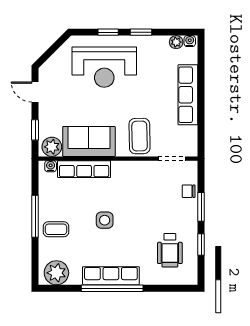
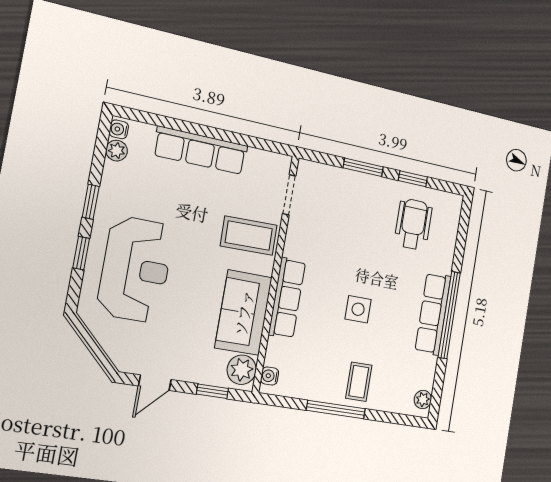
row of seats: (84, 169) -> (287, 298), moved
chair: (189, 191) -> (339, 180), removed
wheelchair: (170, 250) -> (413, 224), turned -90
plant: (56, 273) -> (423, 400), width x0.53, depth x0.53

